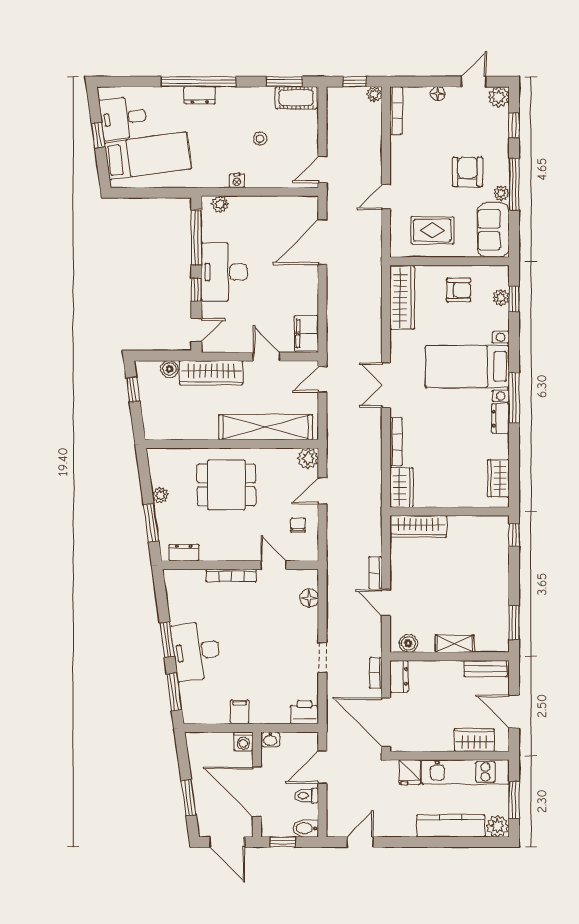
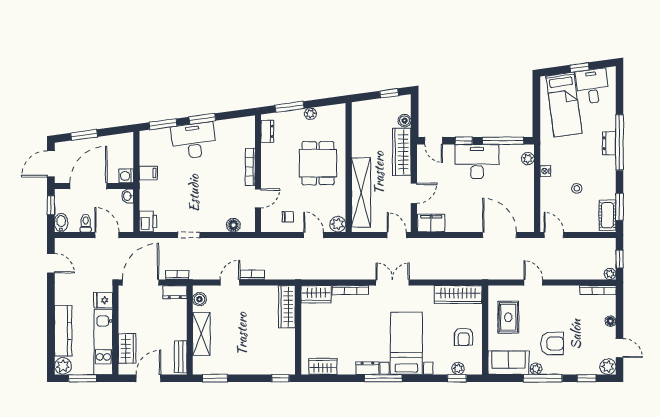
shelving: (455, 644) -> (201, 334), width x1.50, depth x1.33

